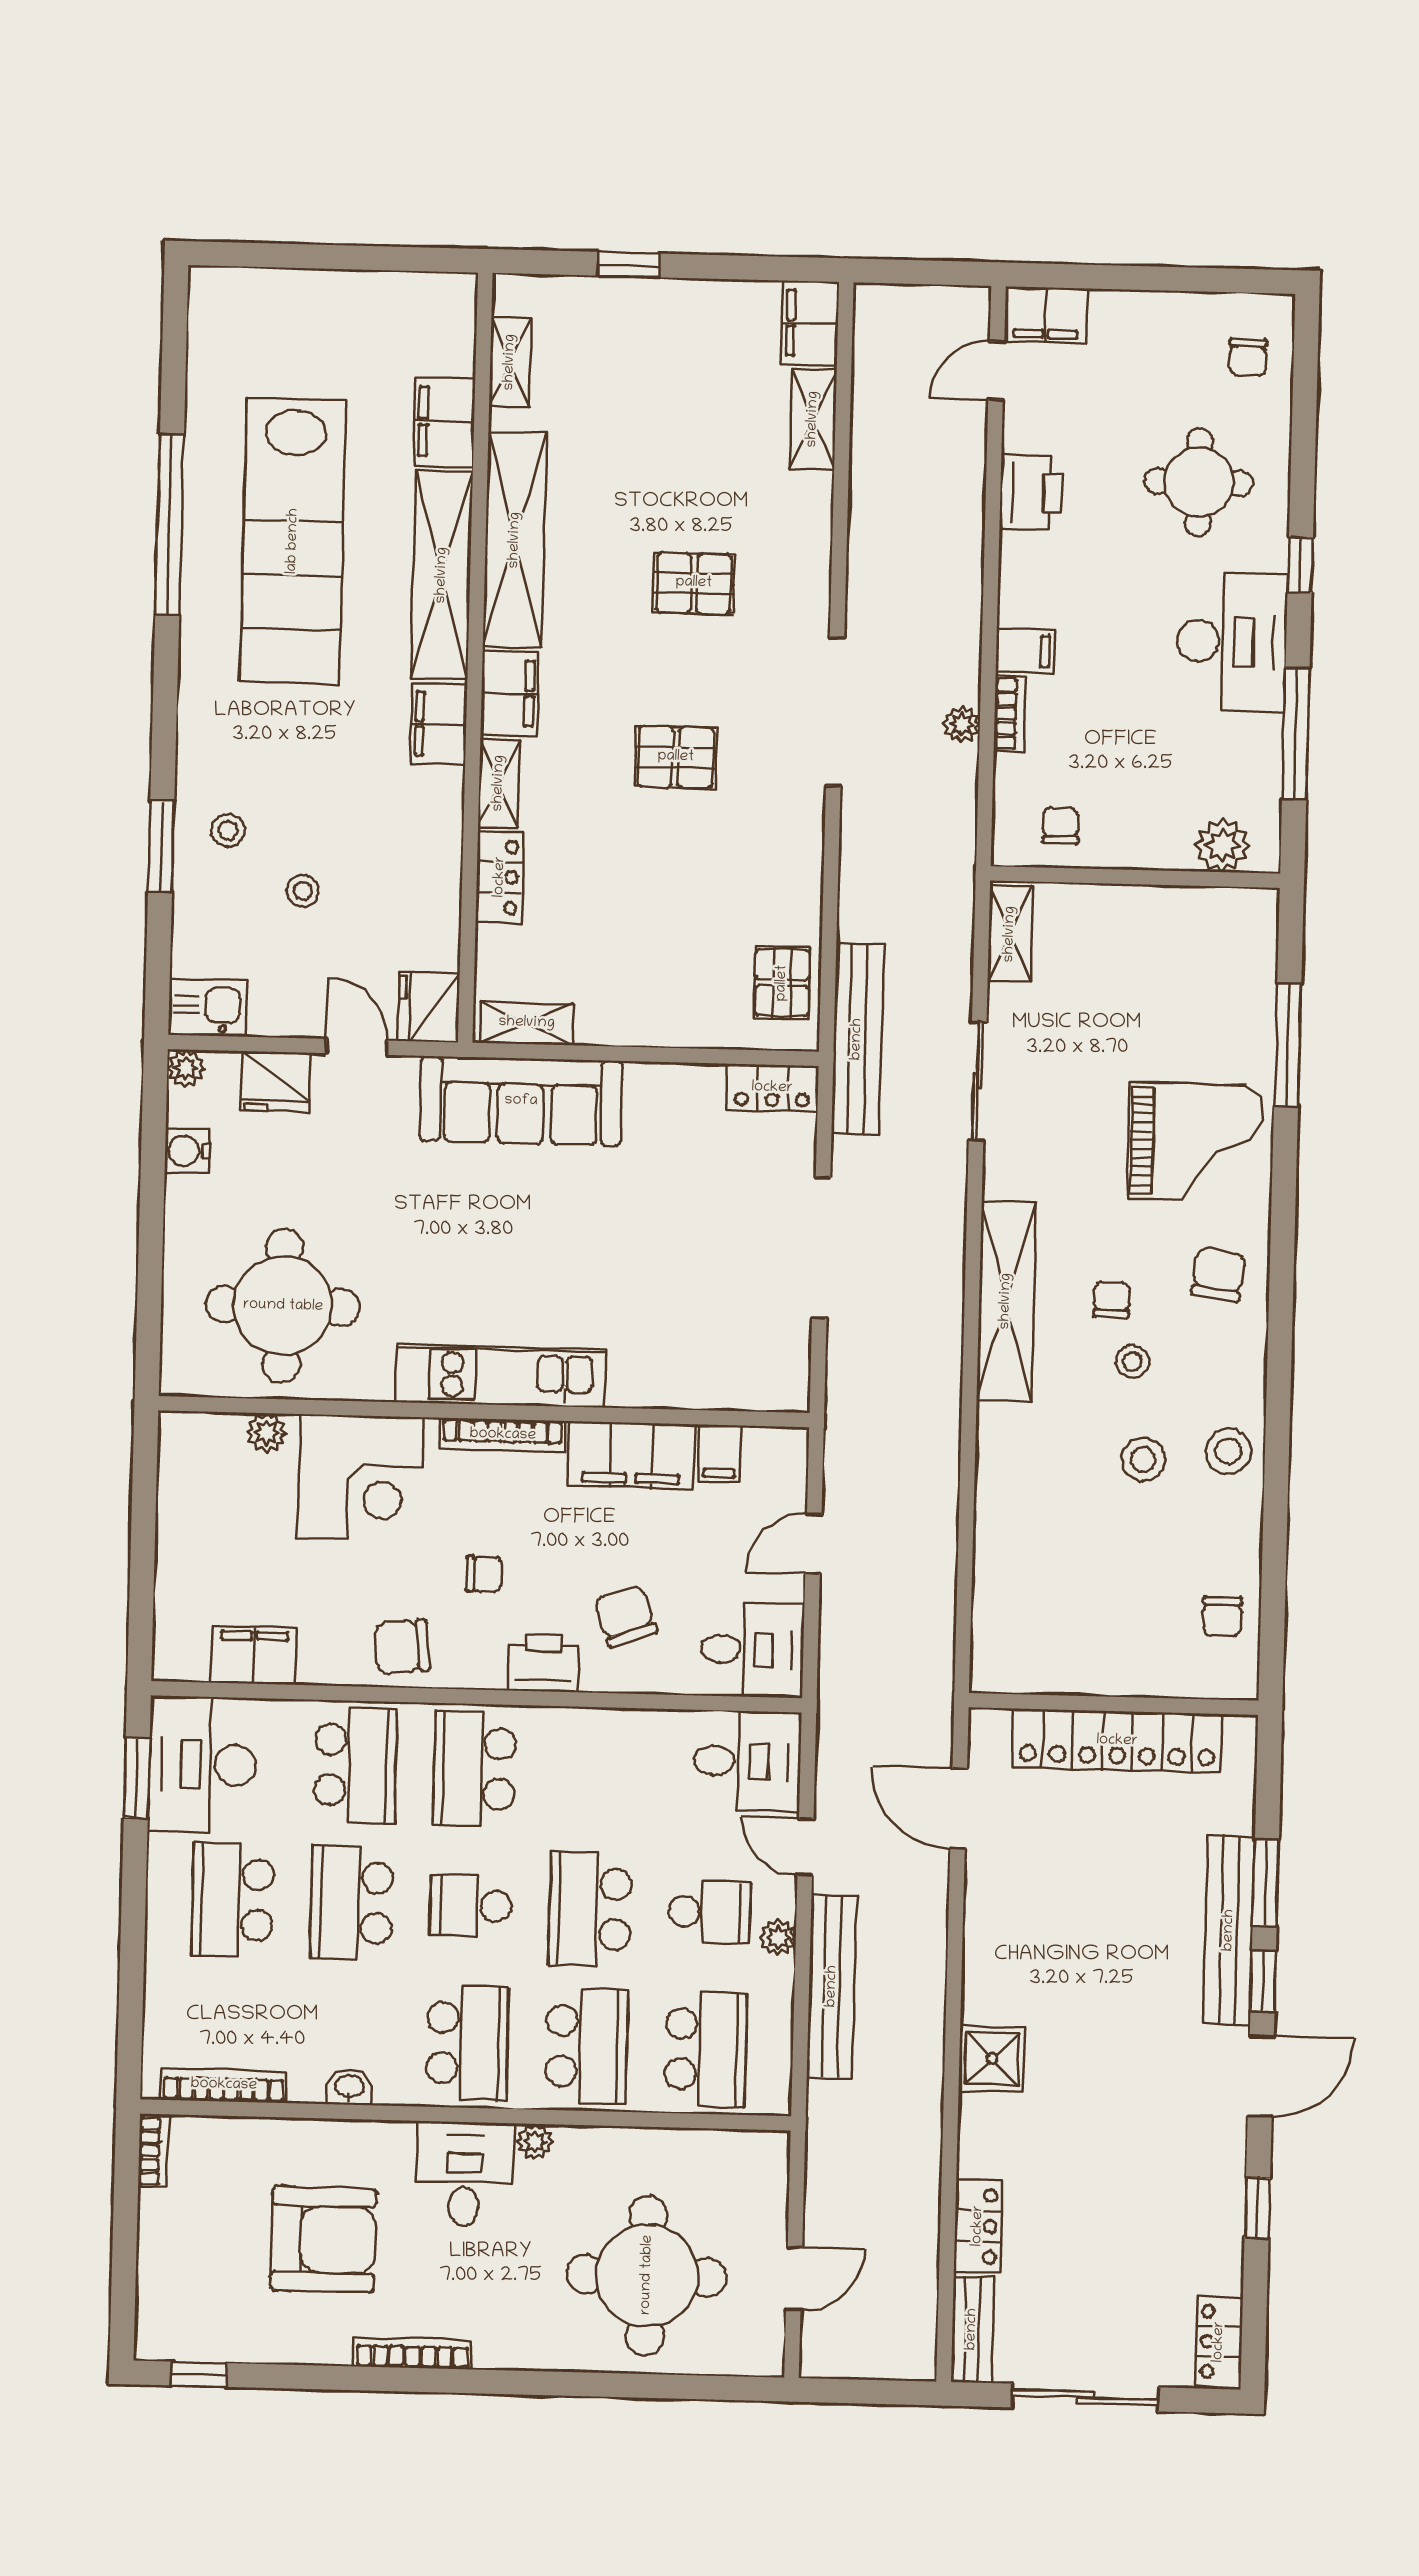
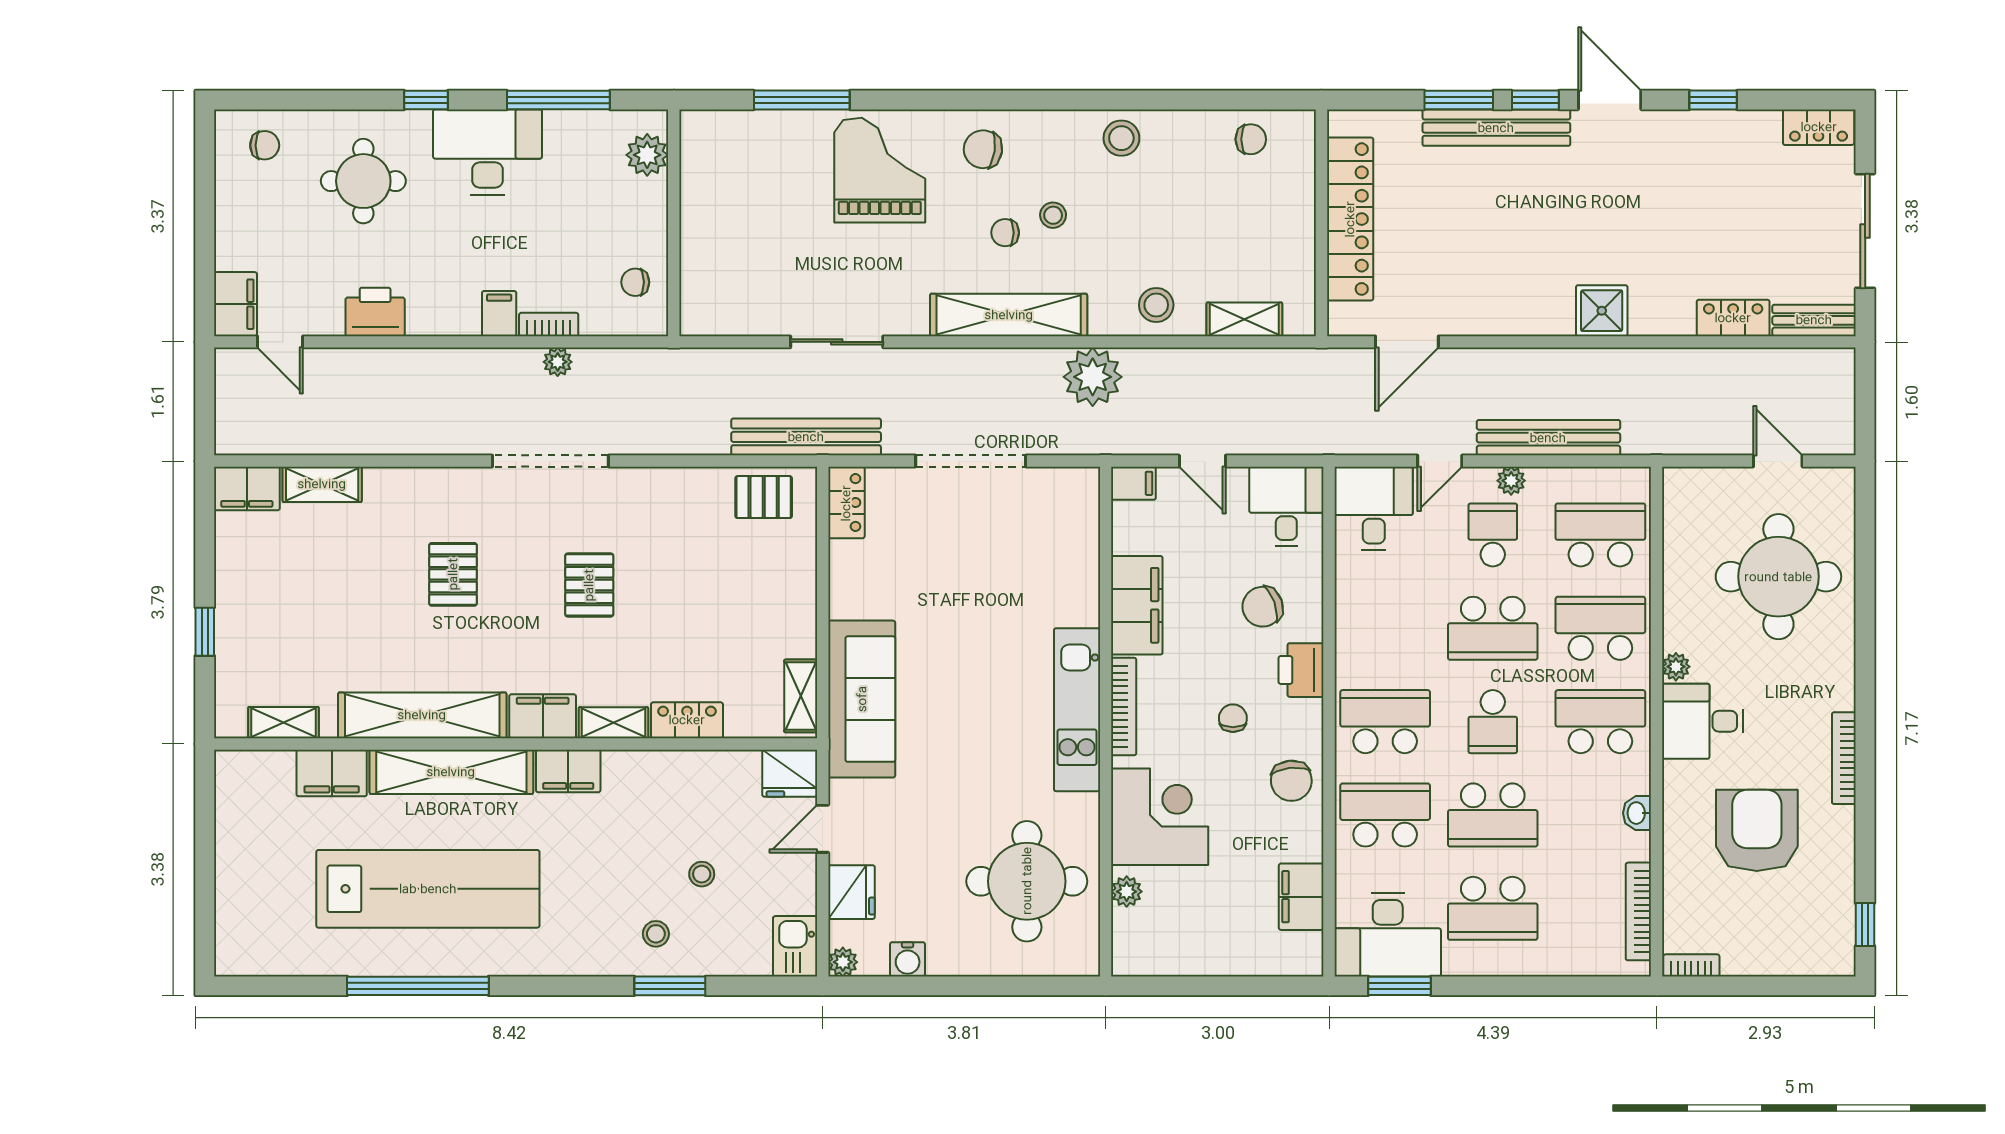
shelving: (1010, 934) -> (1244, 319), moved
plant: (925, 1407) -> (1093, 377), added
filing cabinet: (720, 1453) -> (1133, 483), moved
stool: (1143, 1459) -> (1156, 305), moved
school desk: (475, 1768) -> (1385, 722), turned 180

